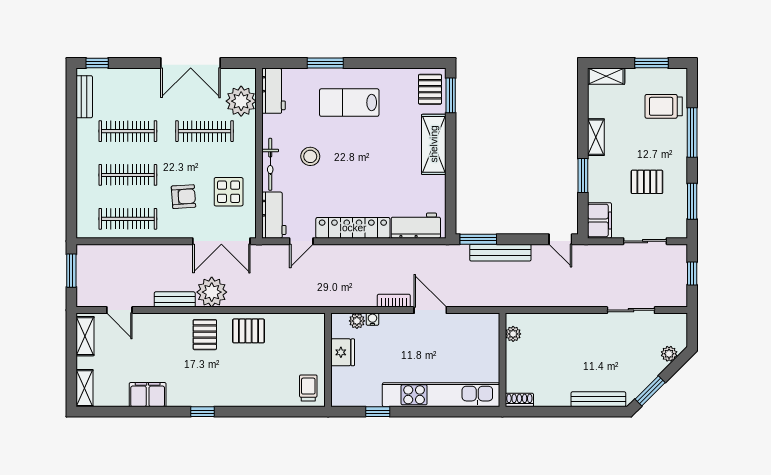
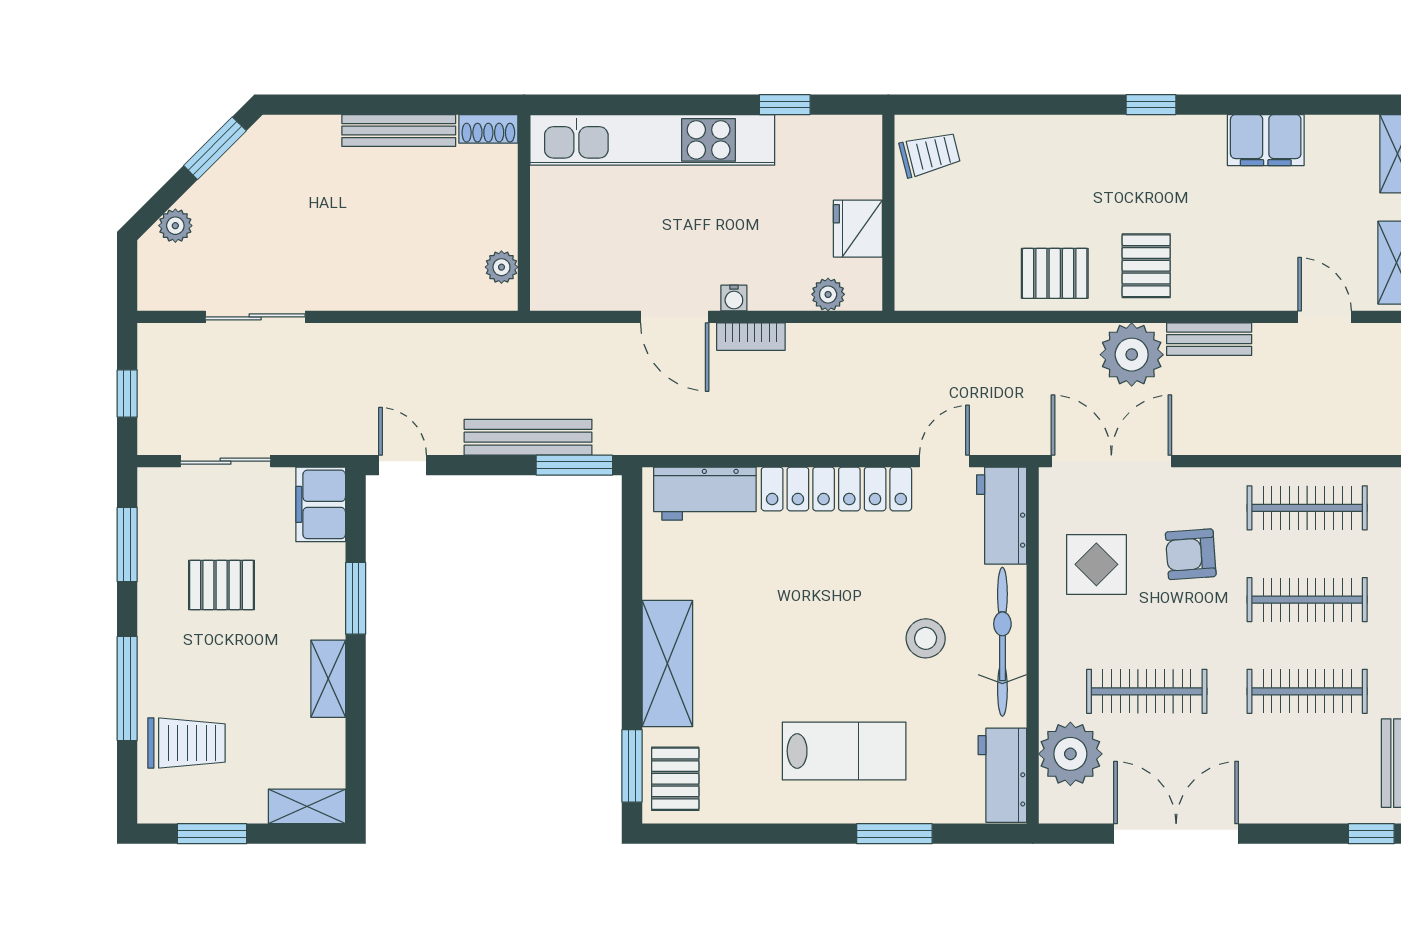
bicycle: (270, 164) -> (1002, 642), width x1.37, depth x1.40
water cooler: (372, 319) -> (734, 298), moved
trolley: (308, 388) -> (930, 154), turned -104
bench: (598, 399) -> (399, 131), moved

